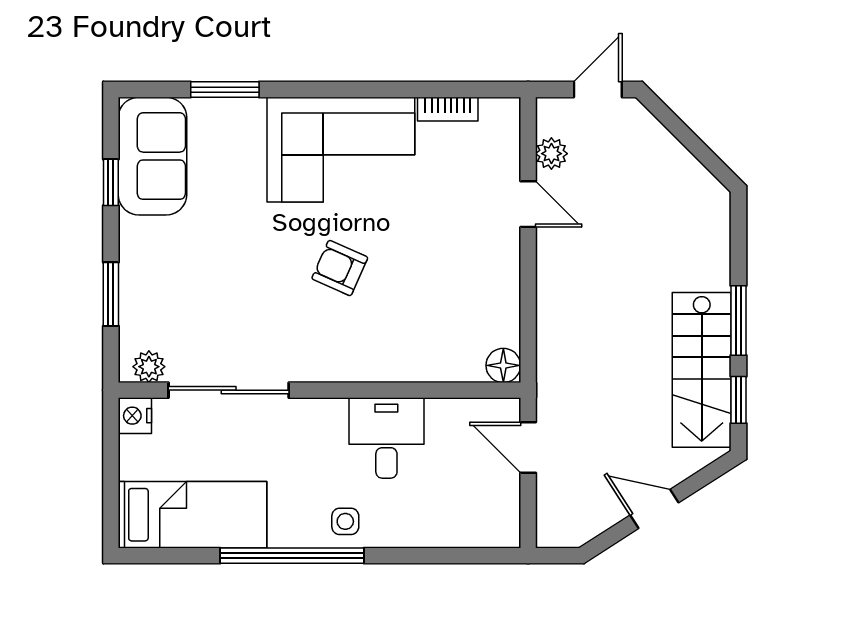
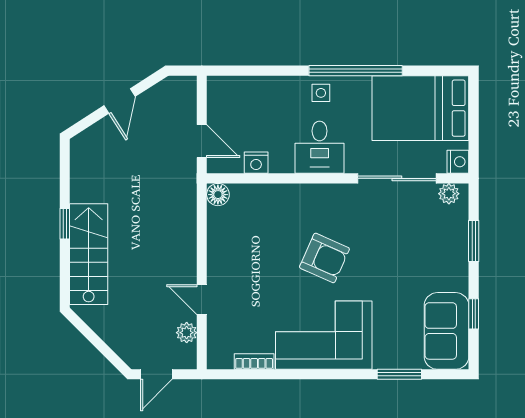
armchair: (340, 268) -> (324, 258), width x1.38, depth x1.38
window: (738, 321) -> (65, 224), width x0.67
stairs: (702, 370) -> (89, 254), moved
window: (738, 400) -> (65, 172), removed
nightstand: (445, 414) -> (256, 163), added
desk: (386, 438) -> (320, 147), moved
door: (654, 509) -> (120, 101), hinge flipped
bed: (192, 515) -> (420, 108), width x1.50

